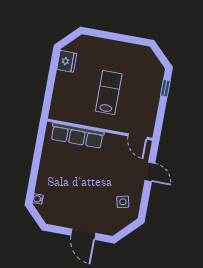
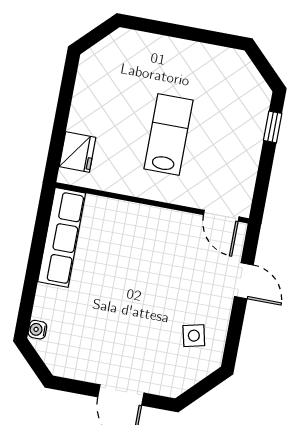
fridge: (67, 61) -> (77, 152), moved
row of seats: (77, 136) -> (62, 237), moved, turned -90

